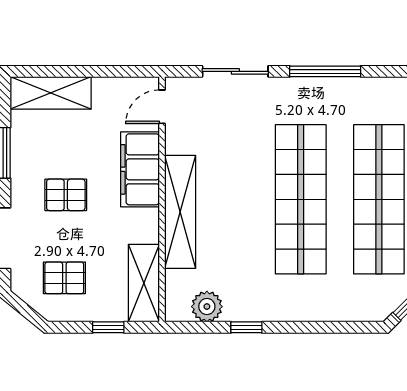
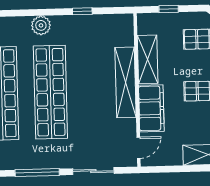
shelving: (144, 283) -> (148, 59), moved
plant: (207, 307) -> (41, 25), moved

